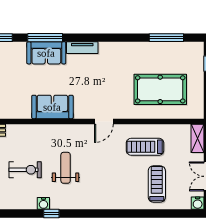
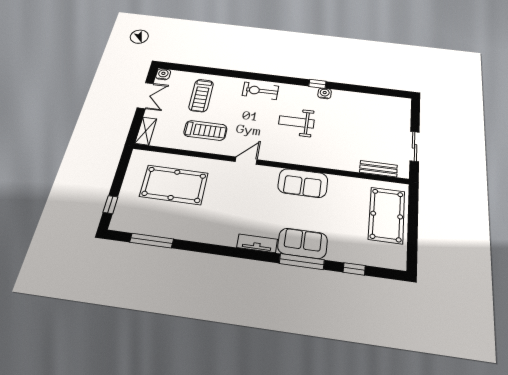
weight bench: (66, 168) -> (296, 122), turned 90
exercise bike: (25, 170) -> (260, 91), moved

